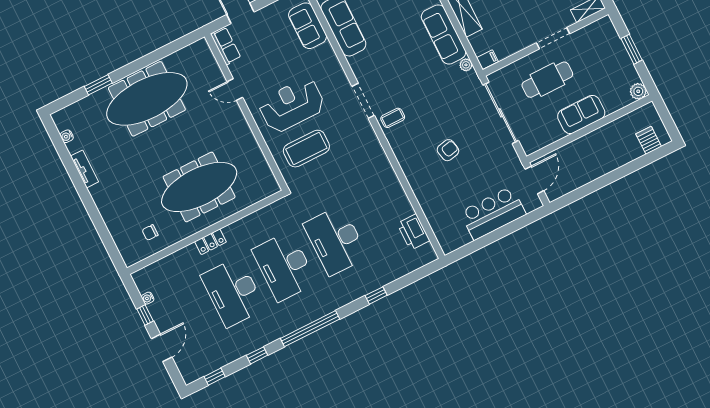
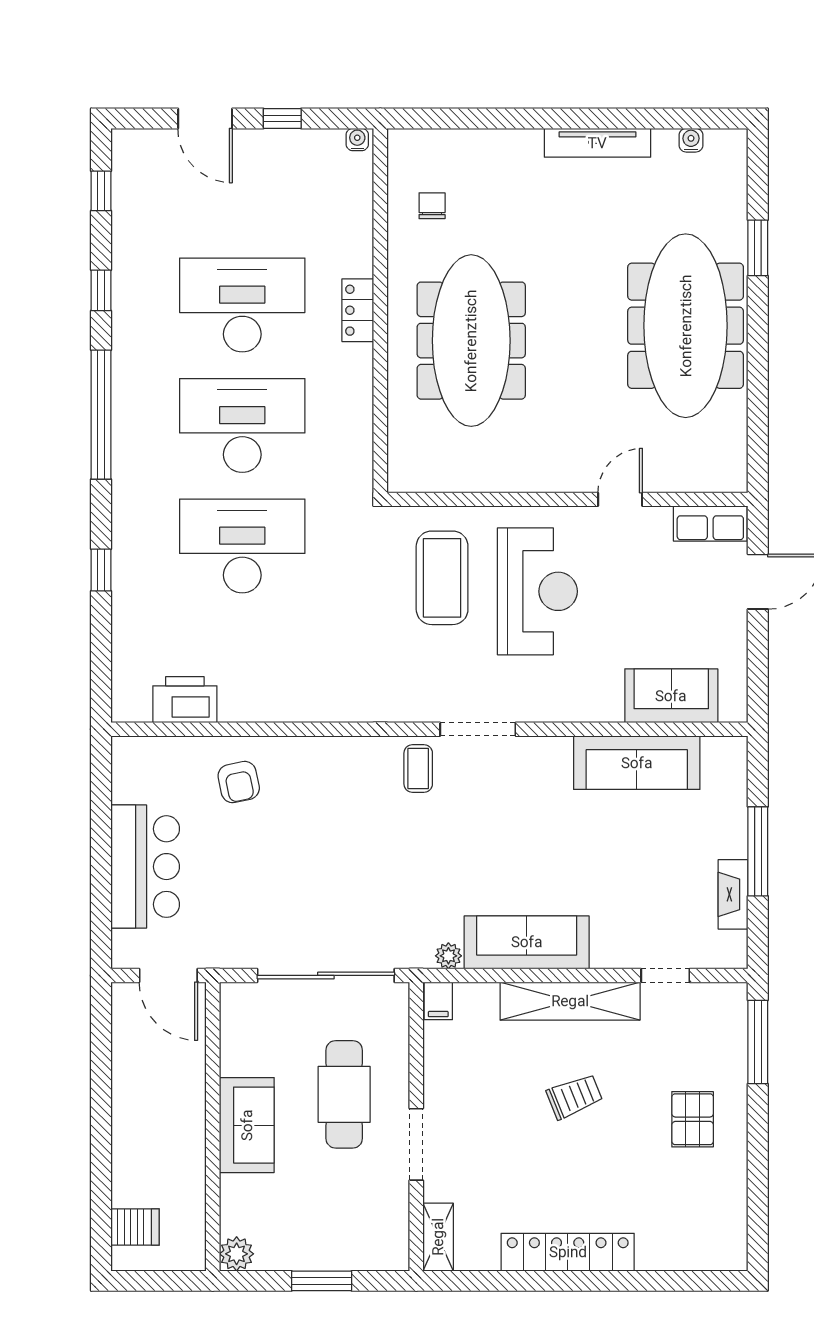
armchair: (448, 150) -> (239, 782), moved
tv unit: (85, 169) -> (597, 143), width x1.41
water cooler: (148, 298) -> (357, 139), moved

